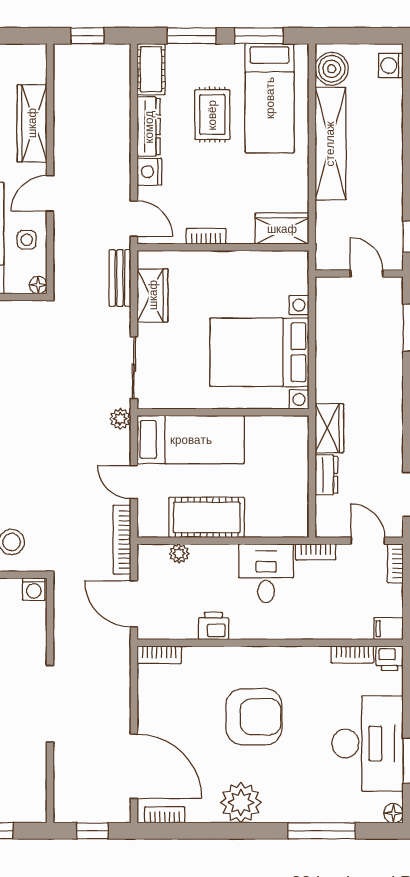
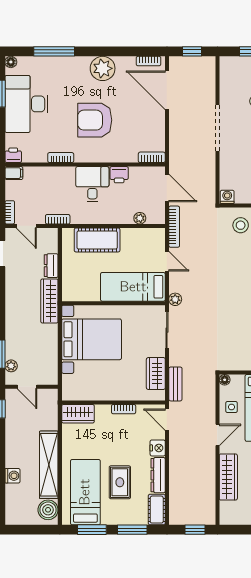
washing machine: (391, 65) -> (12, 476), moved
plant: (393, 308) -> (11, 366), added
wardrobe: (329, 428) -> (49, 301), width x1.50
cot: (207, 517) -> (97, 240), moved
desk: (266, 573) -> (92, 184), moved, turned 180
bookcase: (353, 654) -> (61, 158), moved

